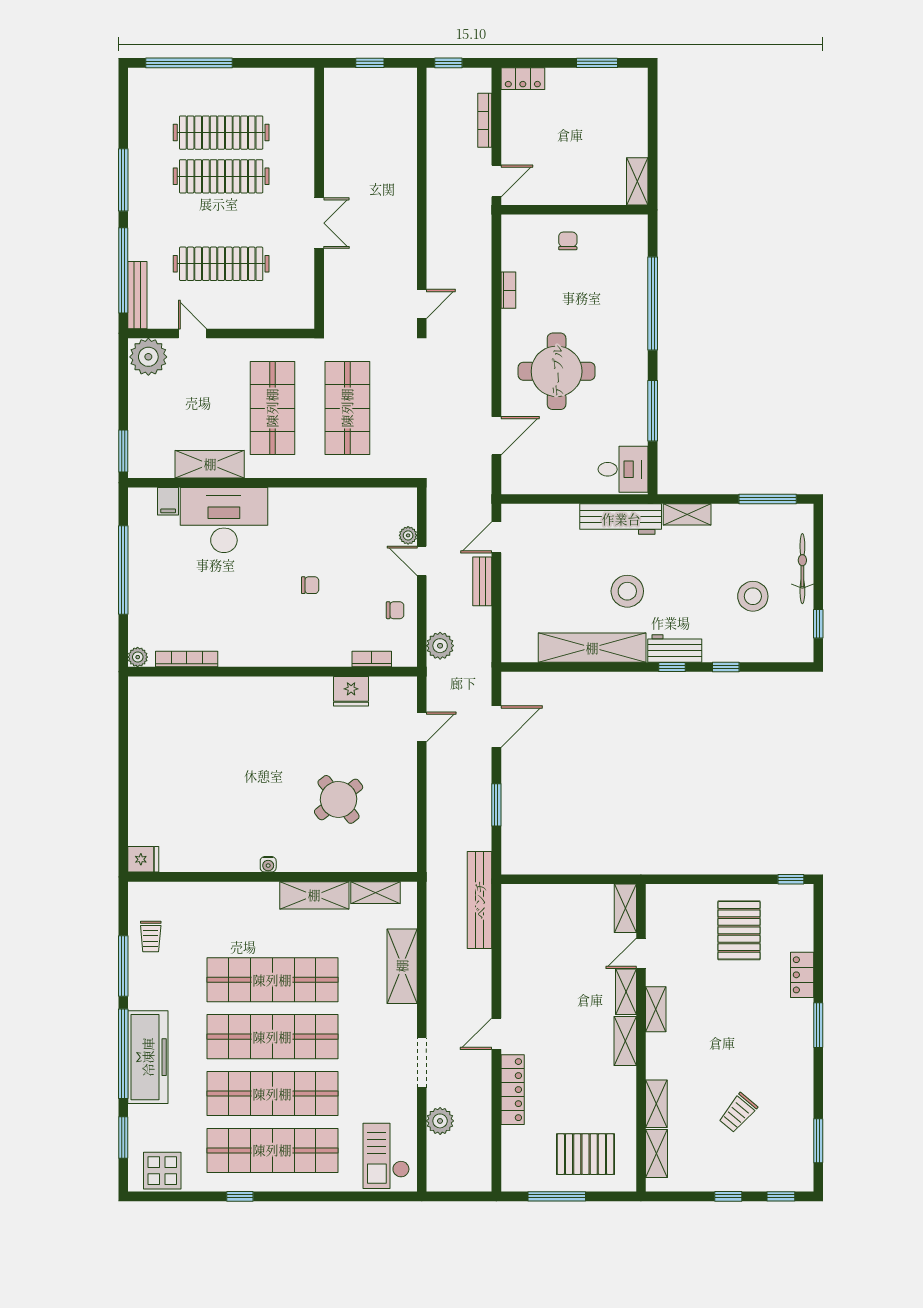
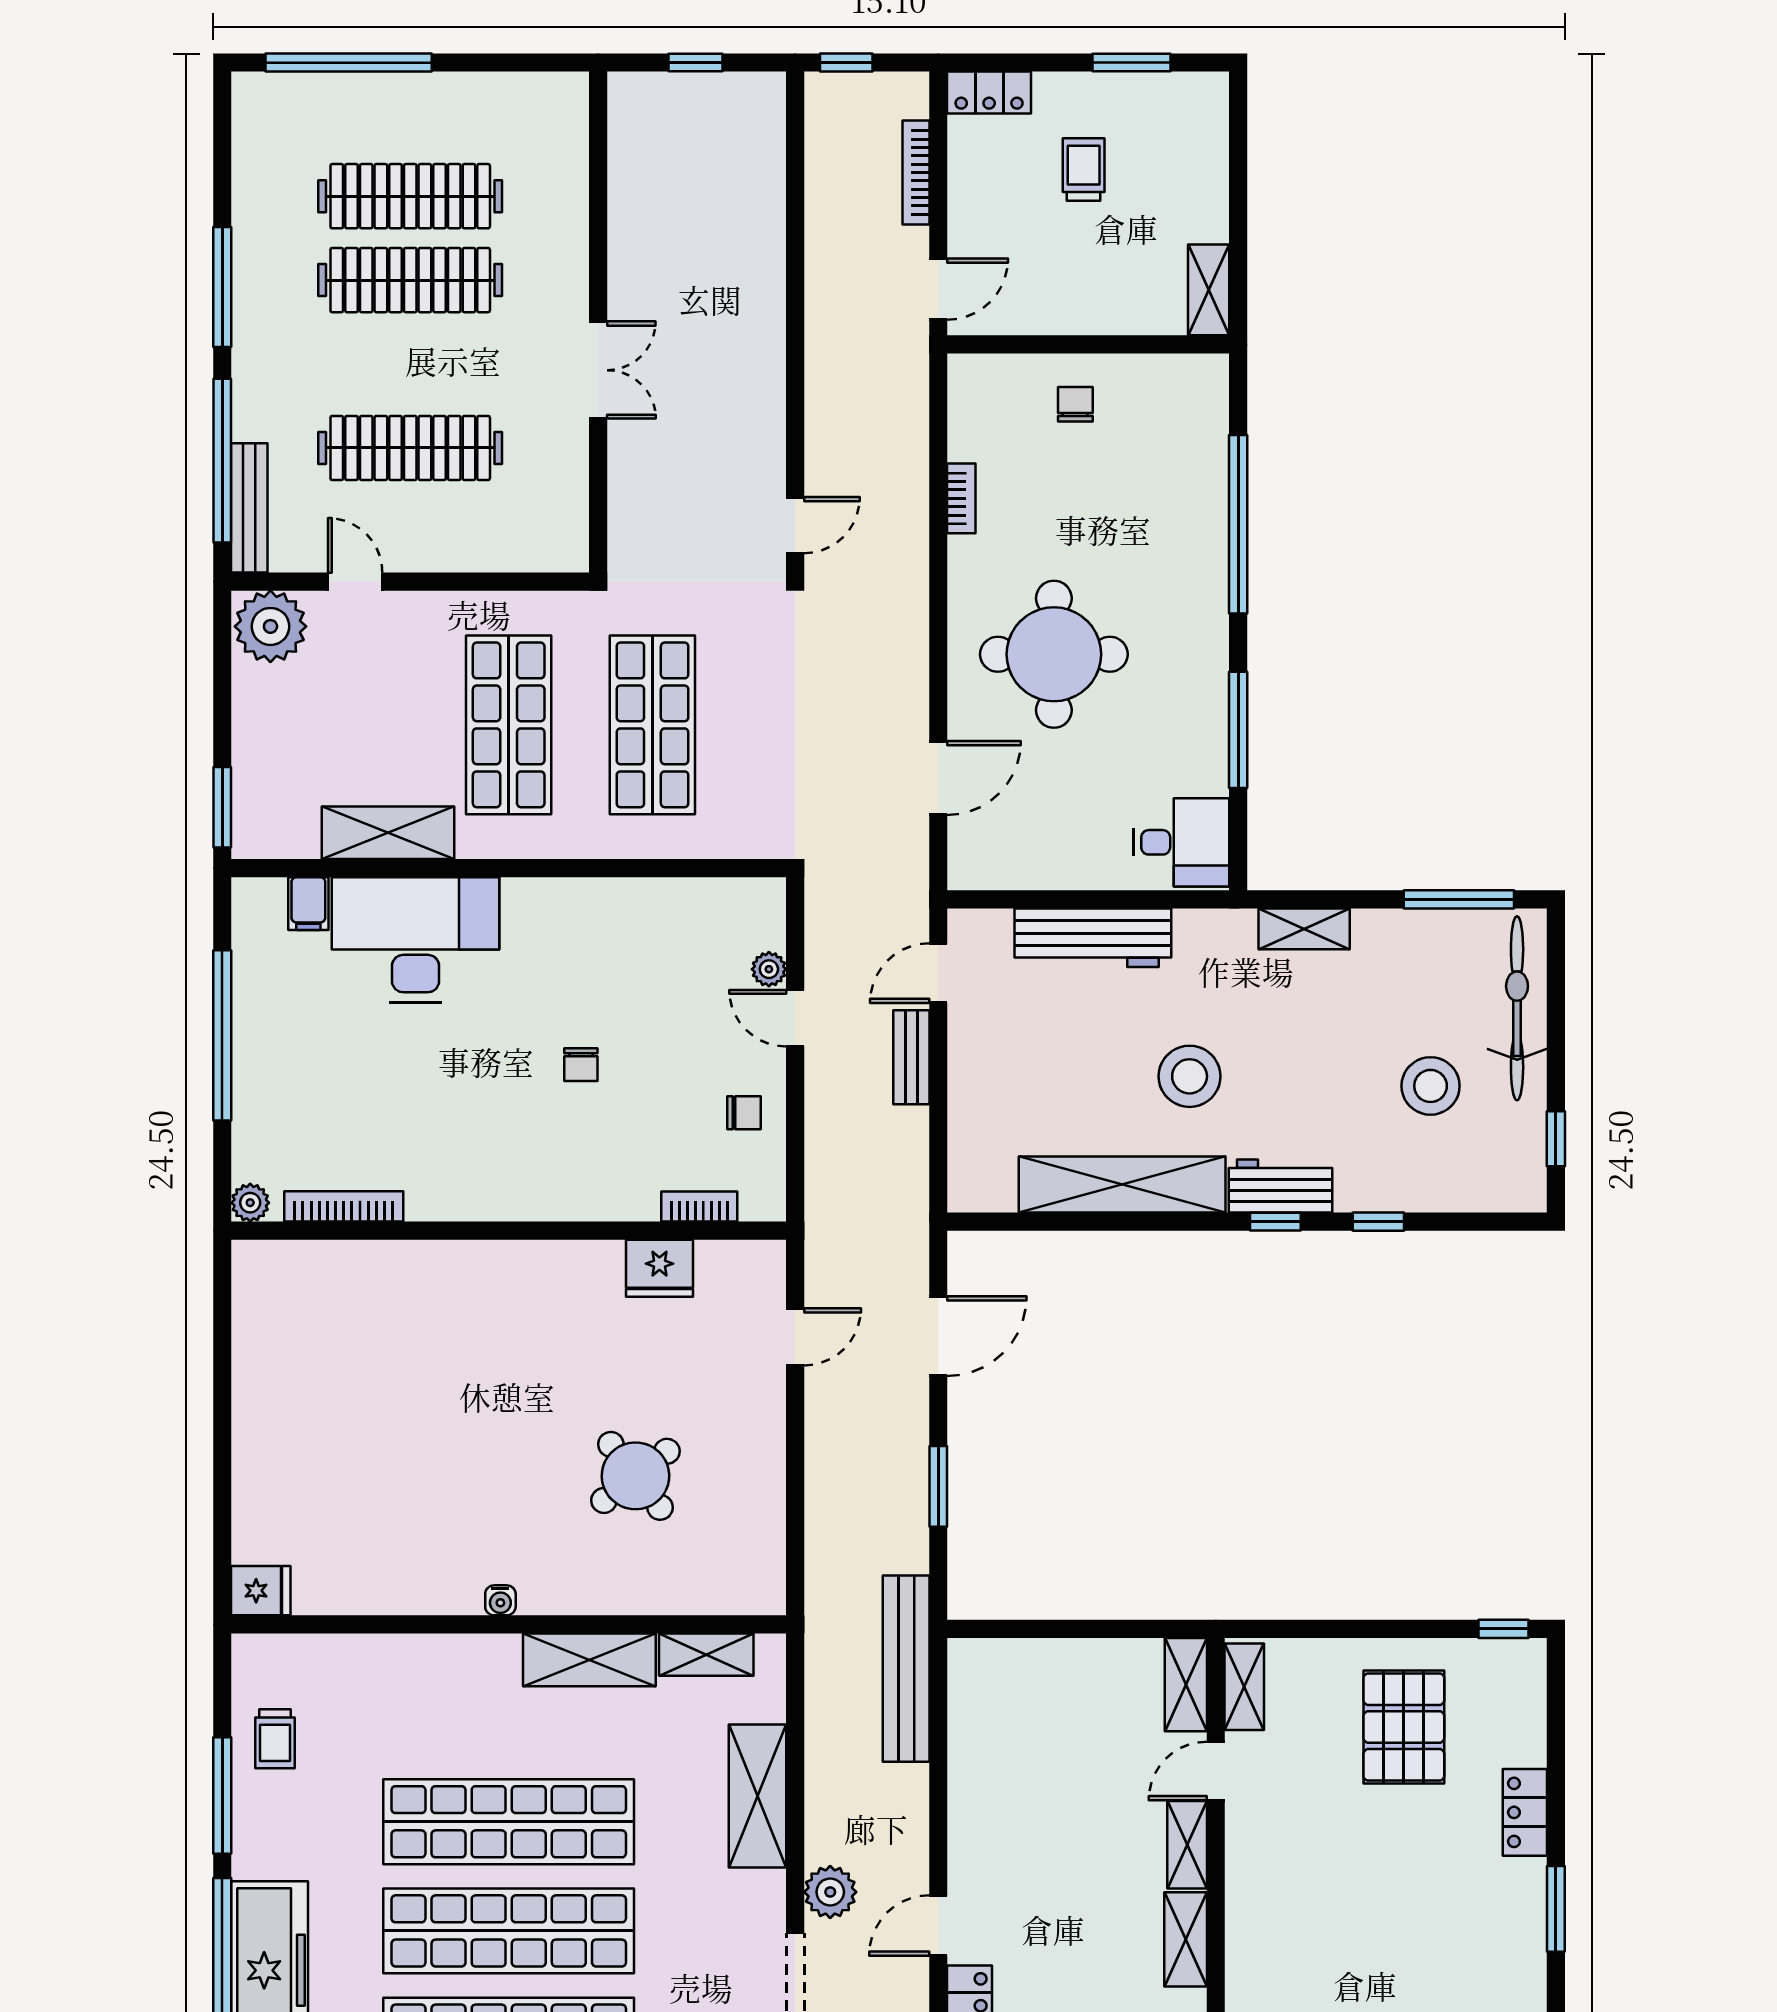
trolley: (572, 119) -> (1084, 170), added
workbench: (621, 519) -> (1093, 938), moved
bicycle: (802, 569) -> (1517, 1008), width x1.37, depth x1.40
chair: (310, 585) -> (581, 1065), turned 90
plant: (440, 646) -> (830, 1892), moved
shelving: (656, 1009) -> (1244, 1687), moved

